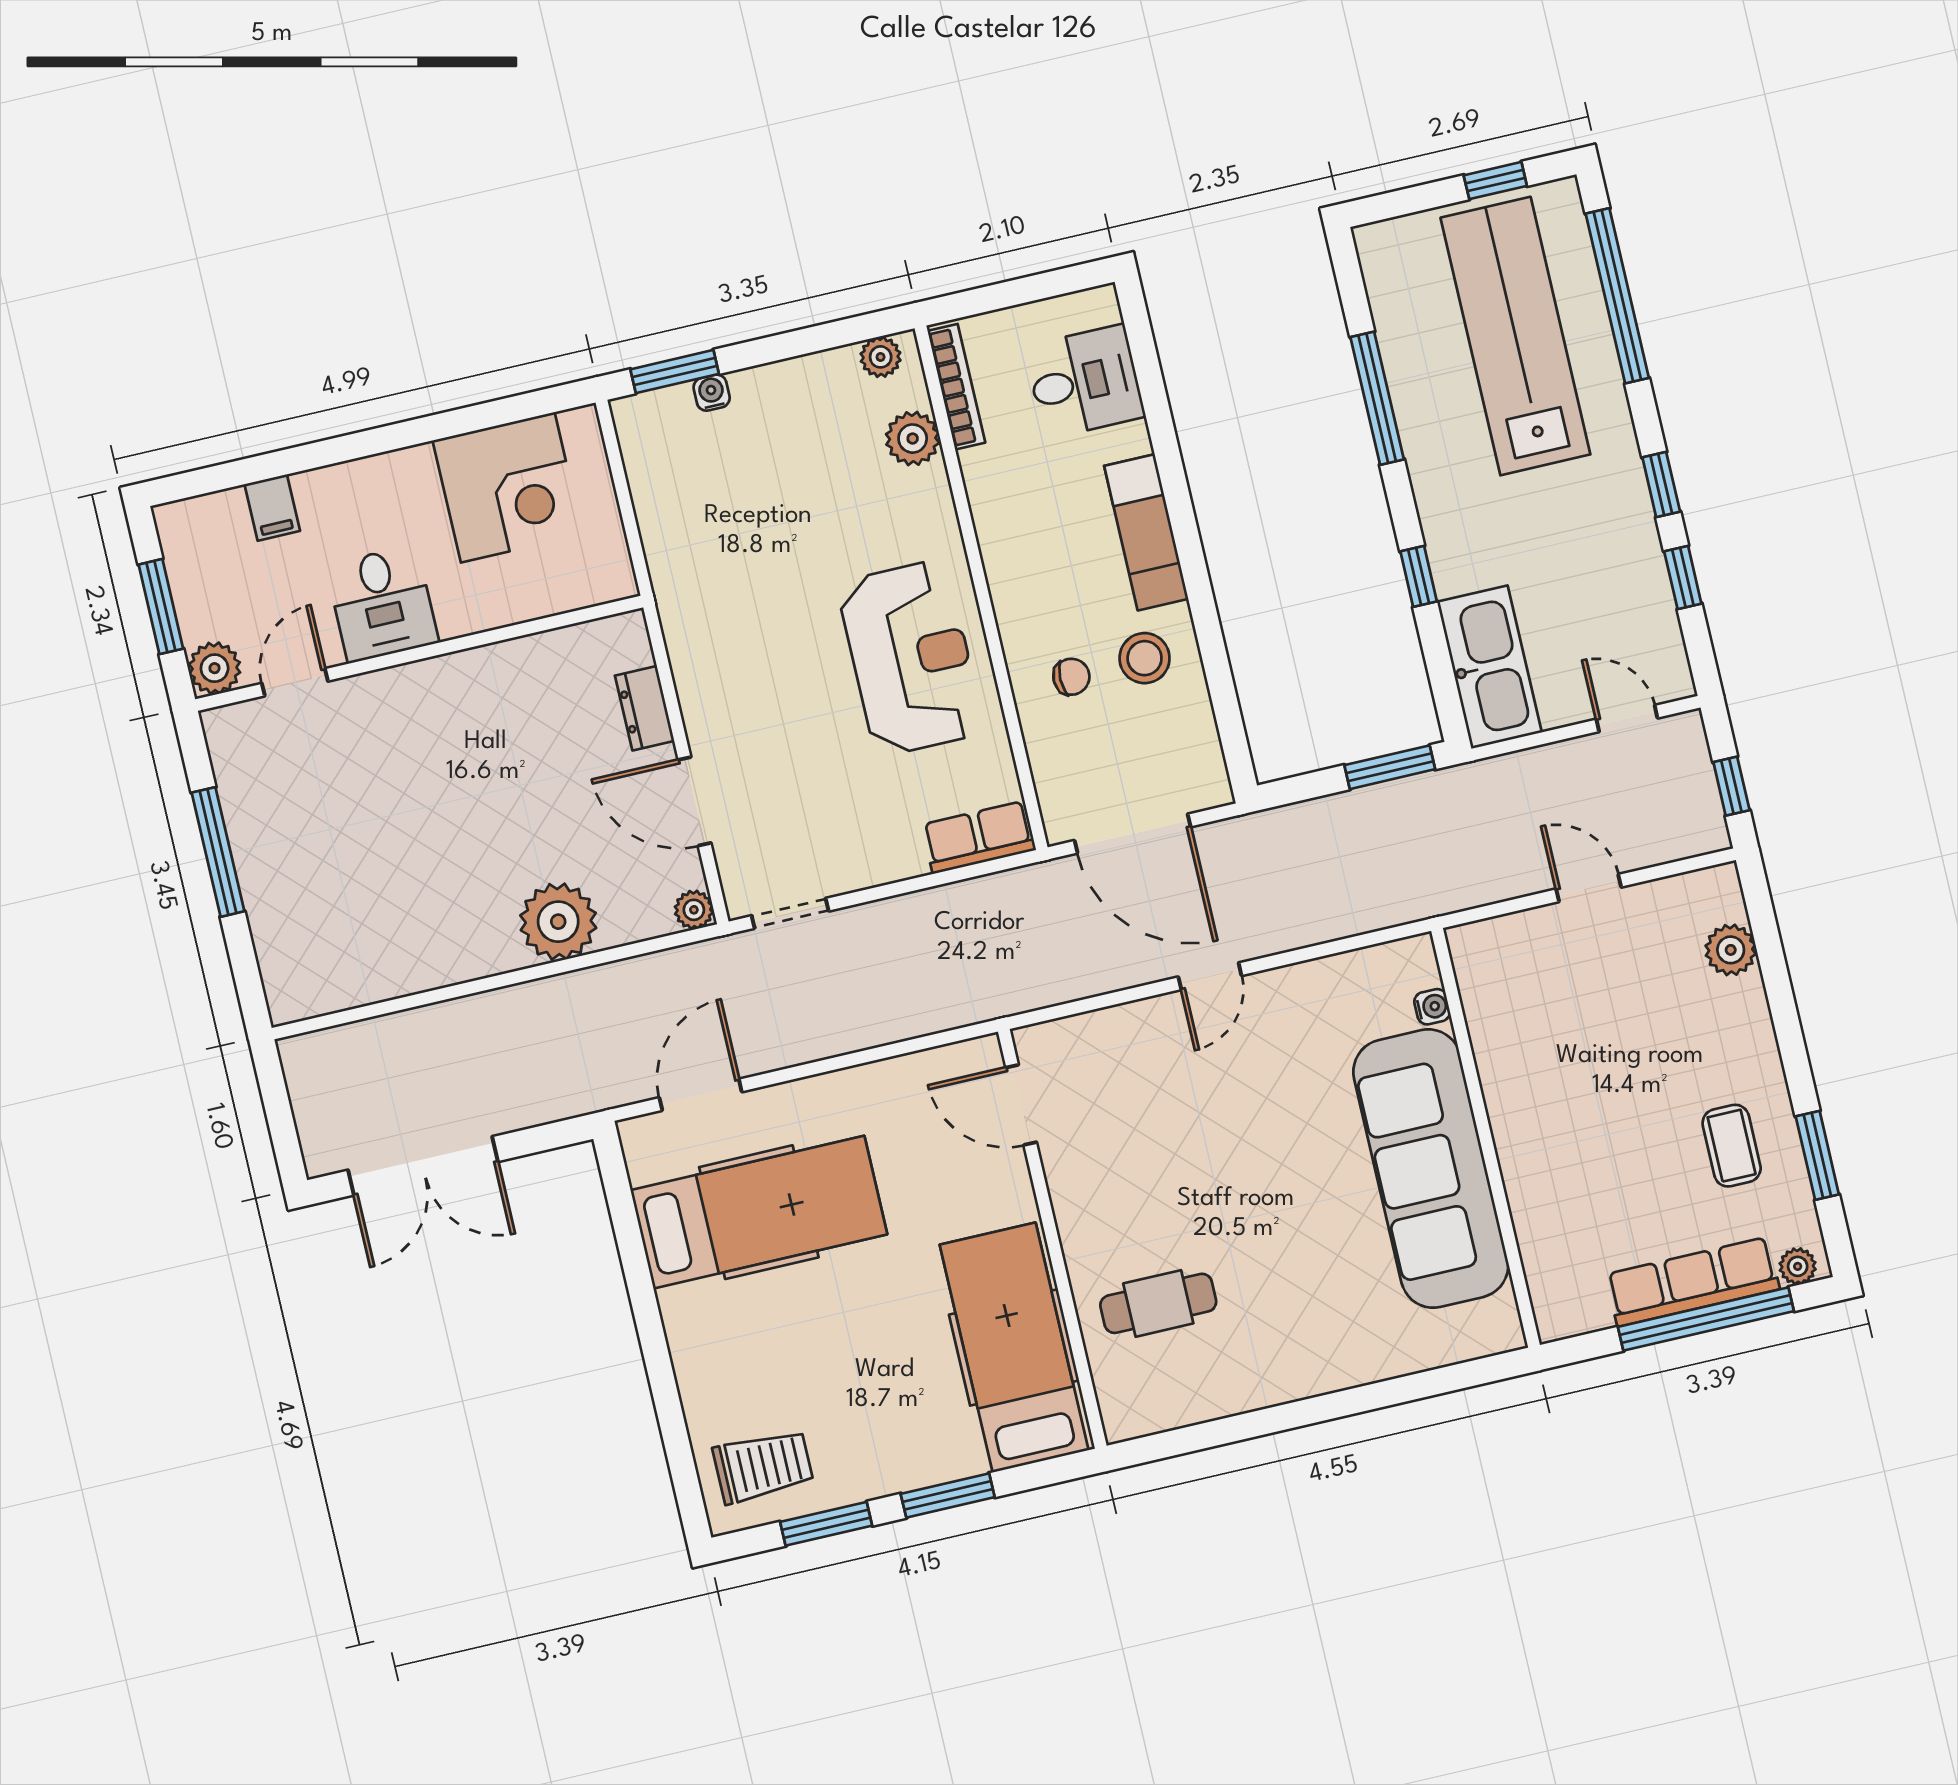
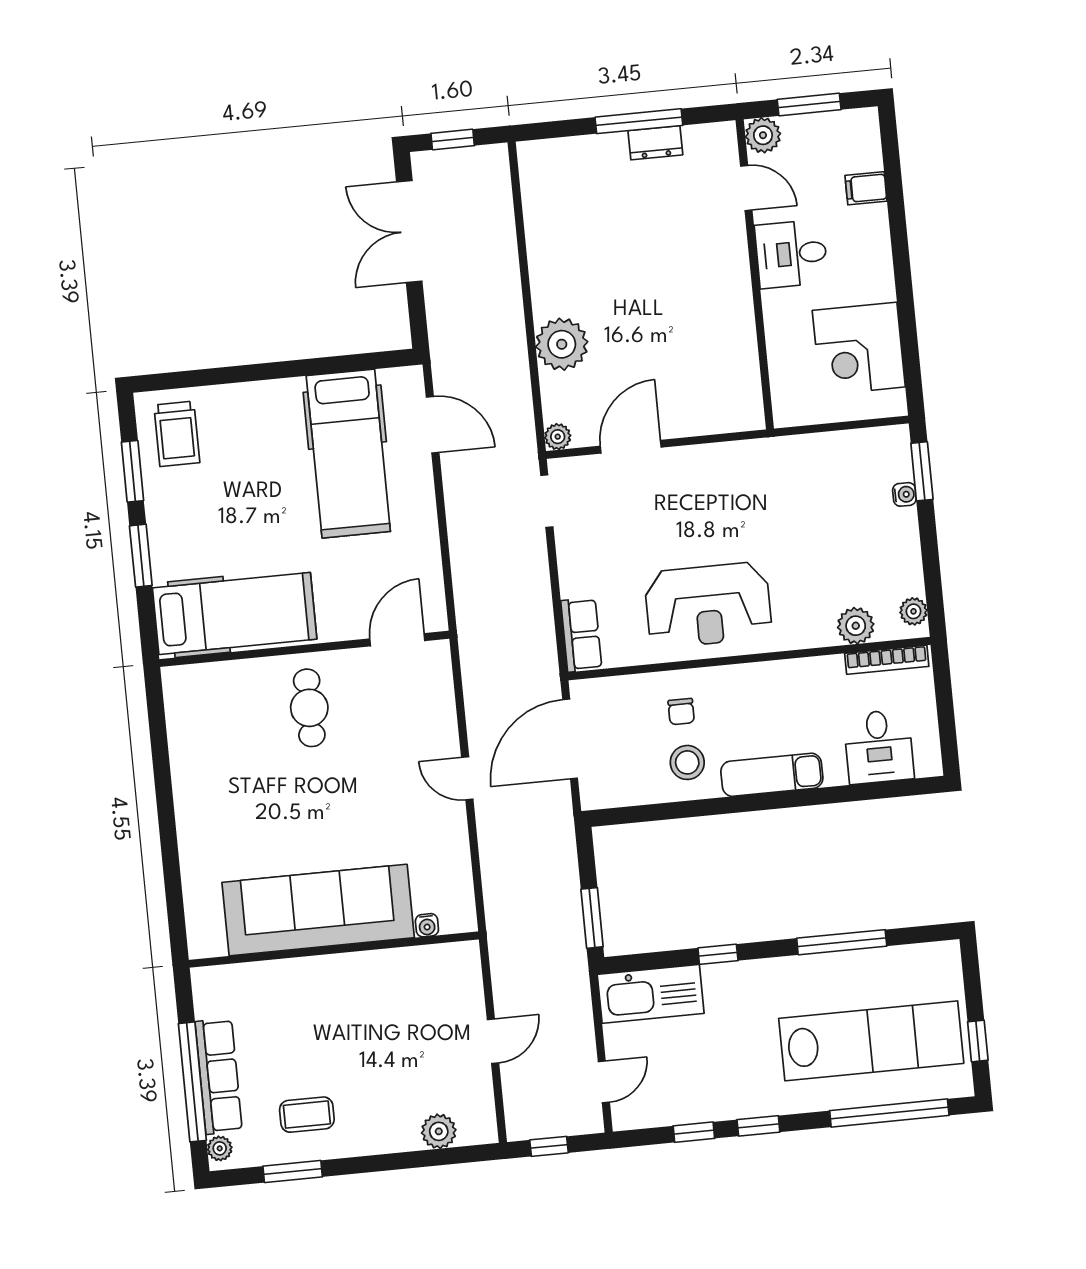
dresser: (645, 708) -> (655, 143), moved, turned 180
window: (280, 1120) -> (453, 139), added
cafe table: (1158, 1303) -> (309, 708), moved

